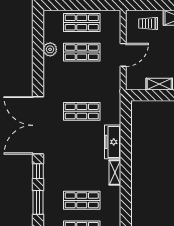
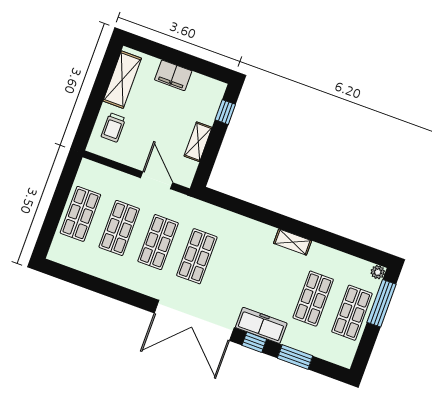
plant: (50, 49) -> (100, 268), removed
door: (123, 55) -> (157, 180), moved
shop shelf: (82, 82) -> (158, 242), added
freezer: (113, 142) -> (261, 325), moved, turned 180

